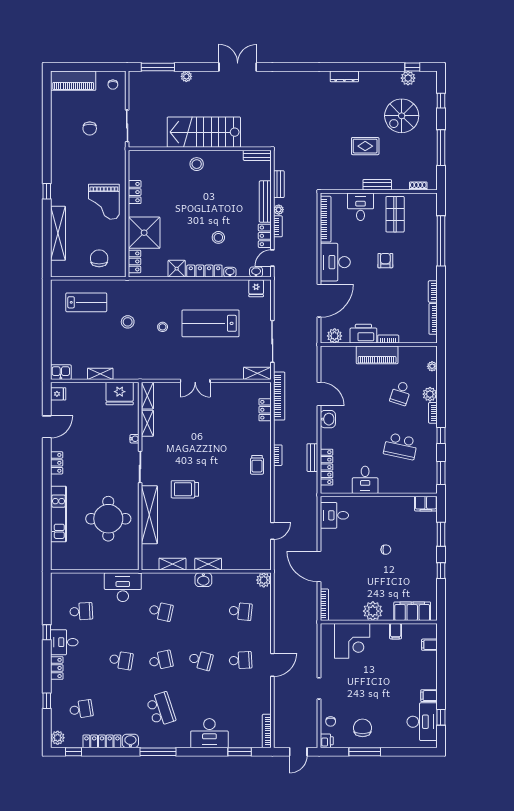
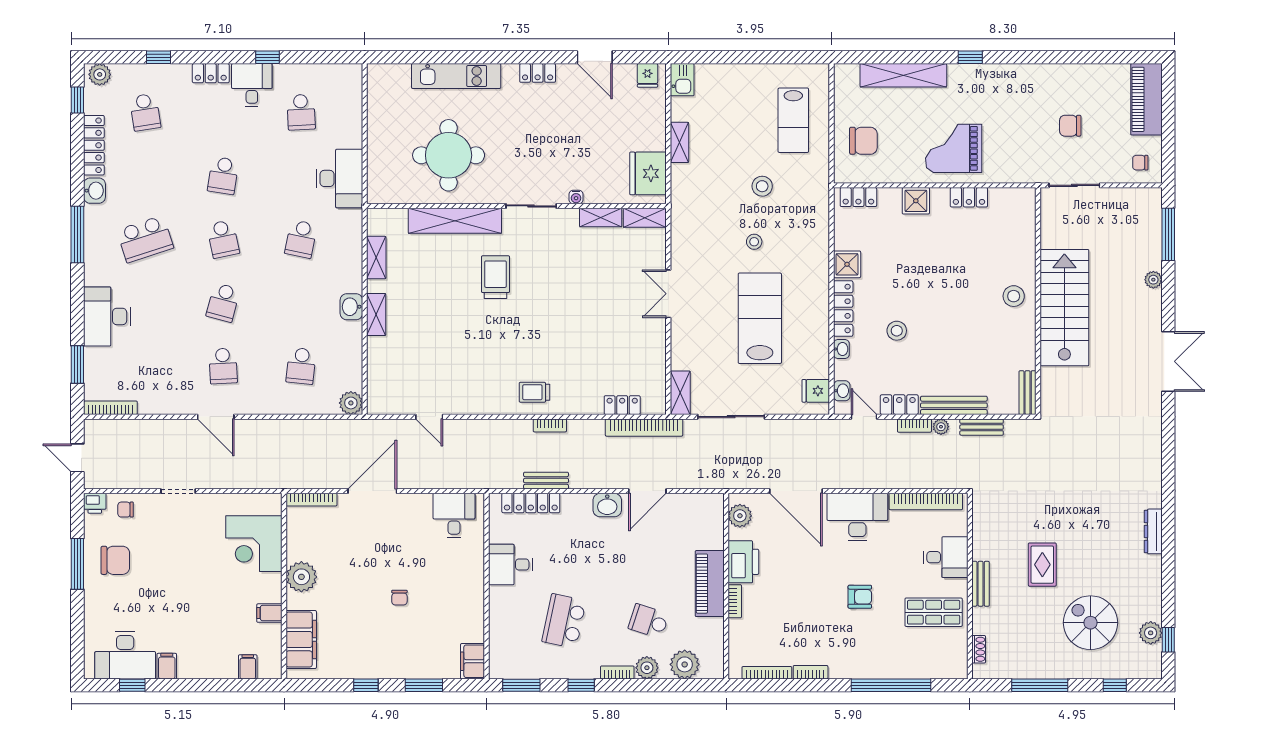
shower: (144, 233) -> (916, 201), width x0.54, depth x0.54
plant: (432, 366) -> (685, 664), width x1.88, depth x1.88

